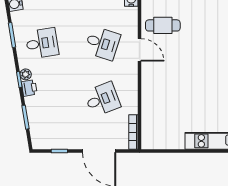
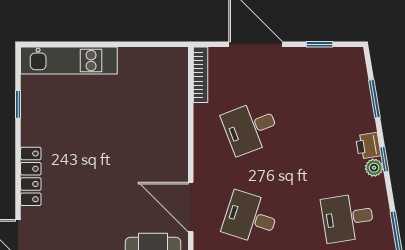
door: (139, 50) -> (191, 207), width x1.36

